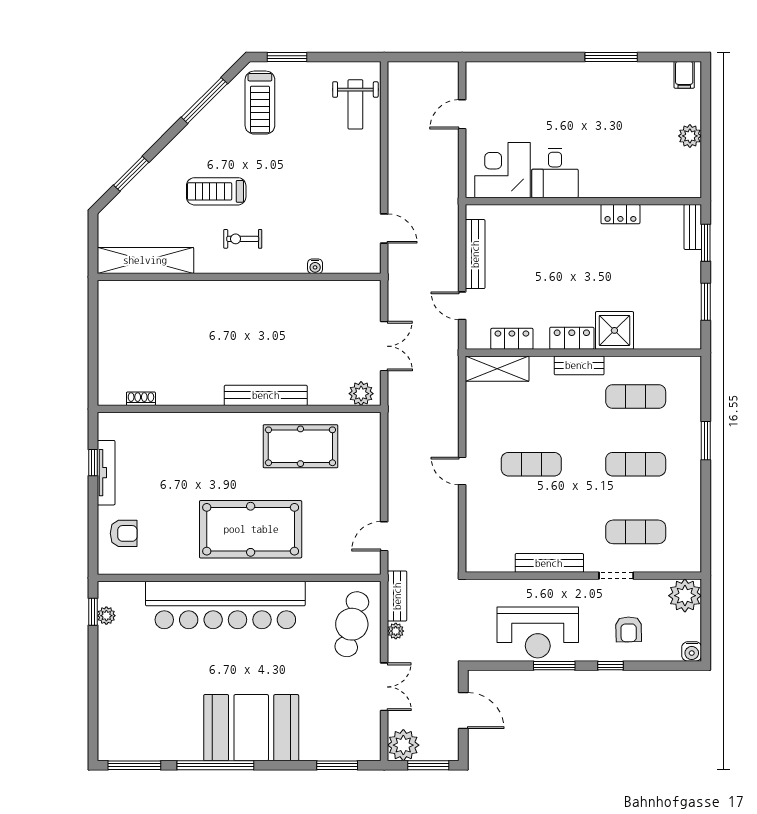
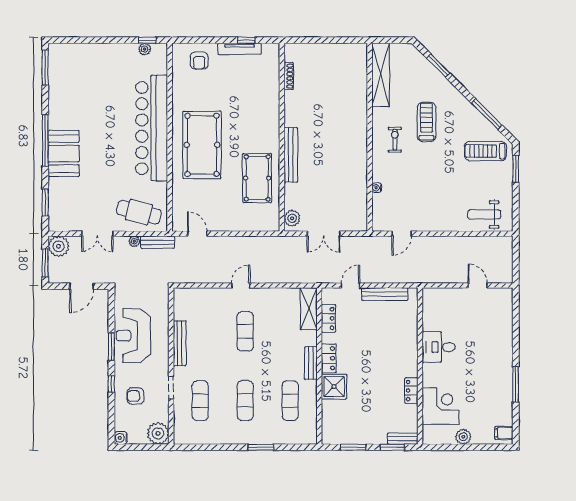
corner desk: (503, 170) -> (441, 406), moved
shoe rack: (141, 399) -> (289, 76), width x1.43
booth: (251, 728) -> (64, 154), width x0.73, depth x0.70
window: (215, 765) -> (45, 140), moved

